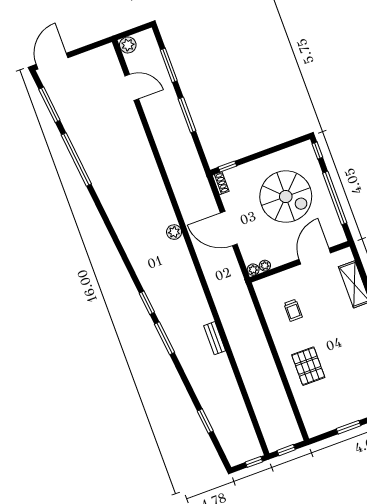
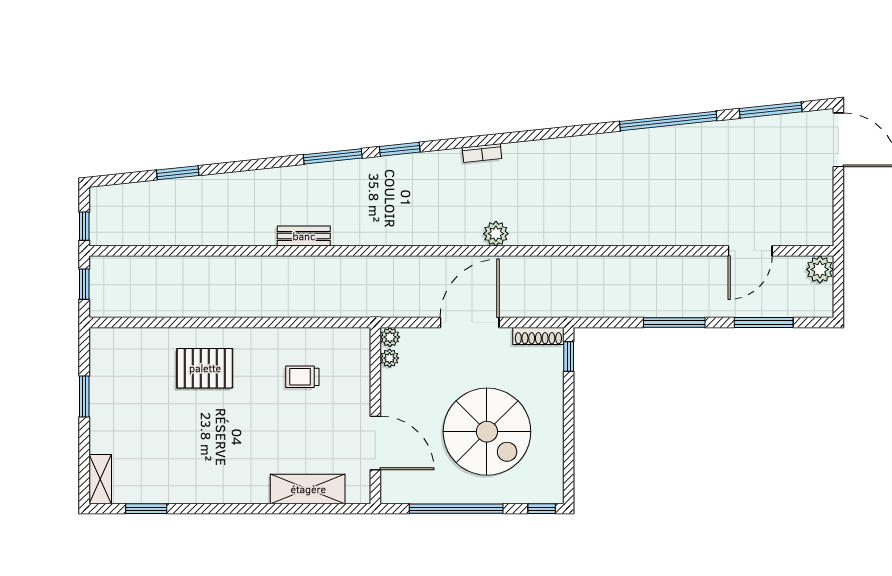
shoe rack: (221, 183) -> (538, 336), width x1.43
spiral stairs: (286, 197) -> (487, 432), turned -90
bookcase: (132, 256) -> (482, 153), added

